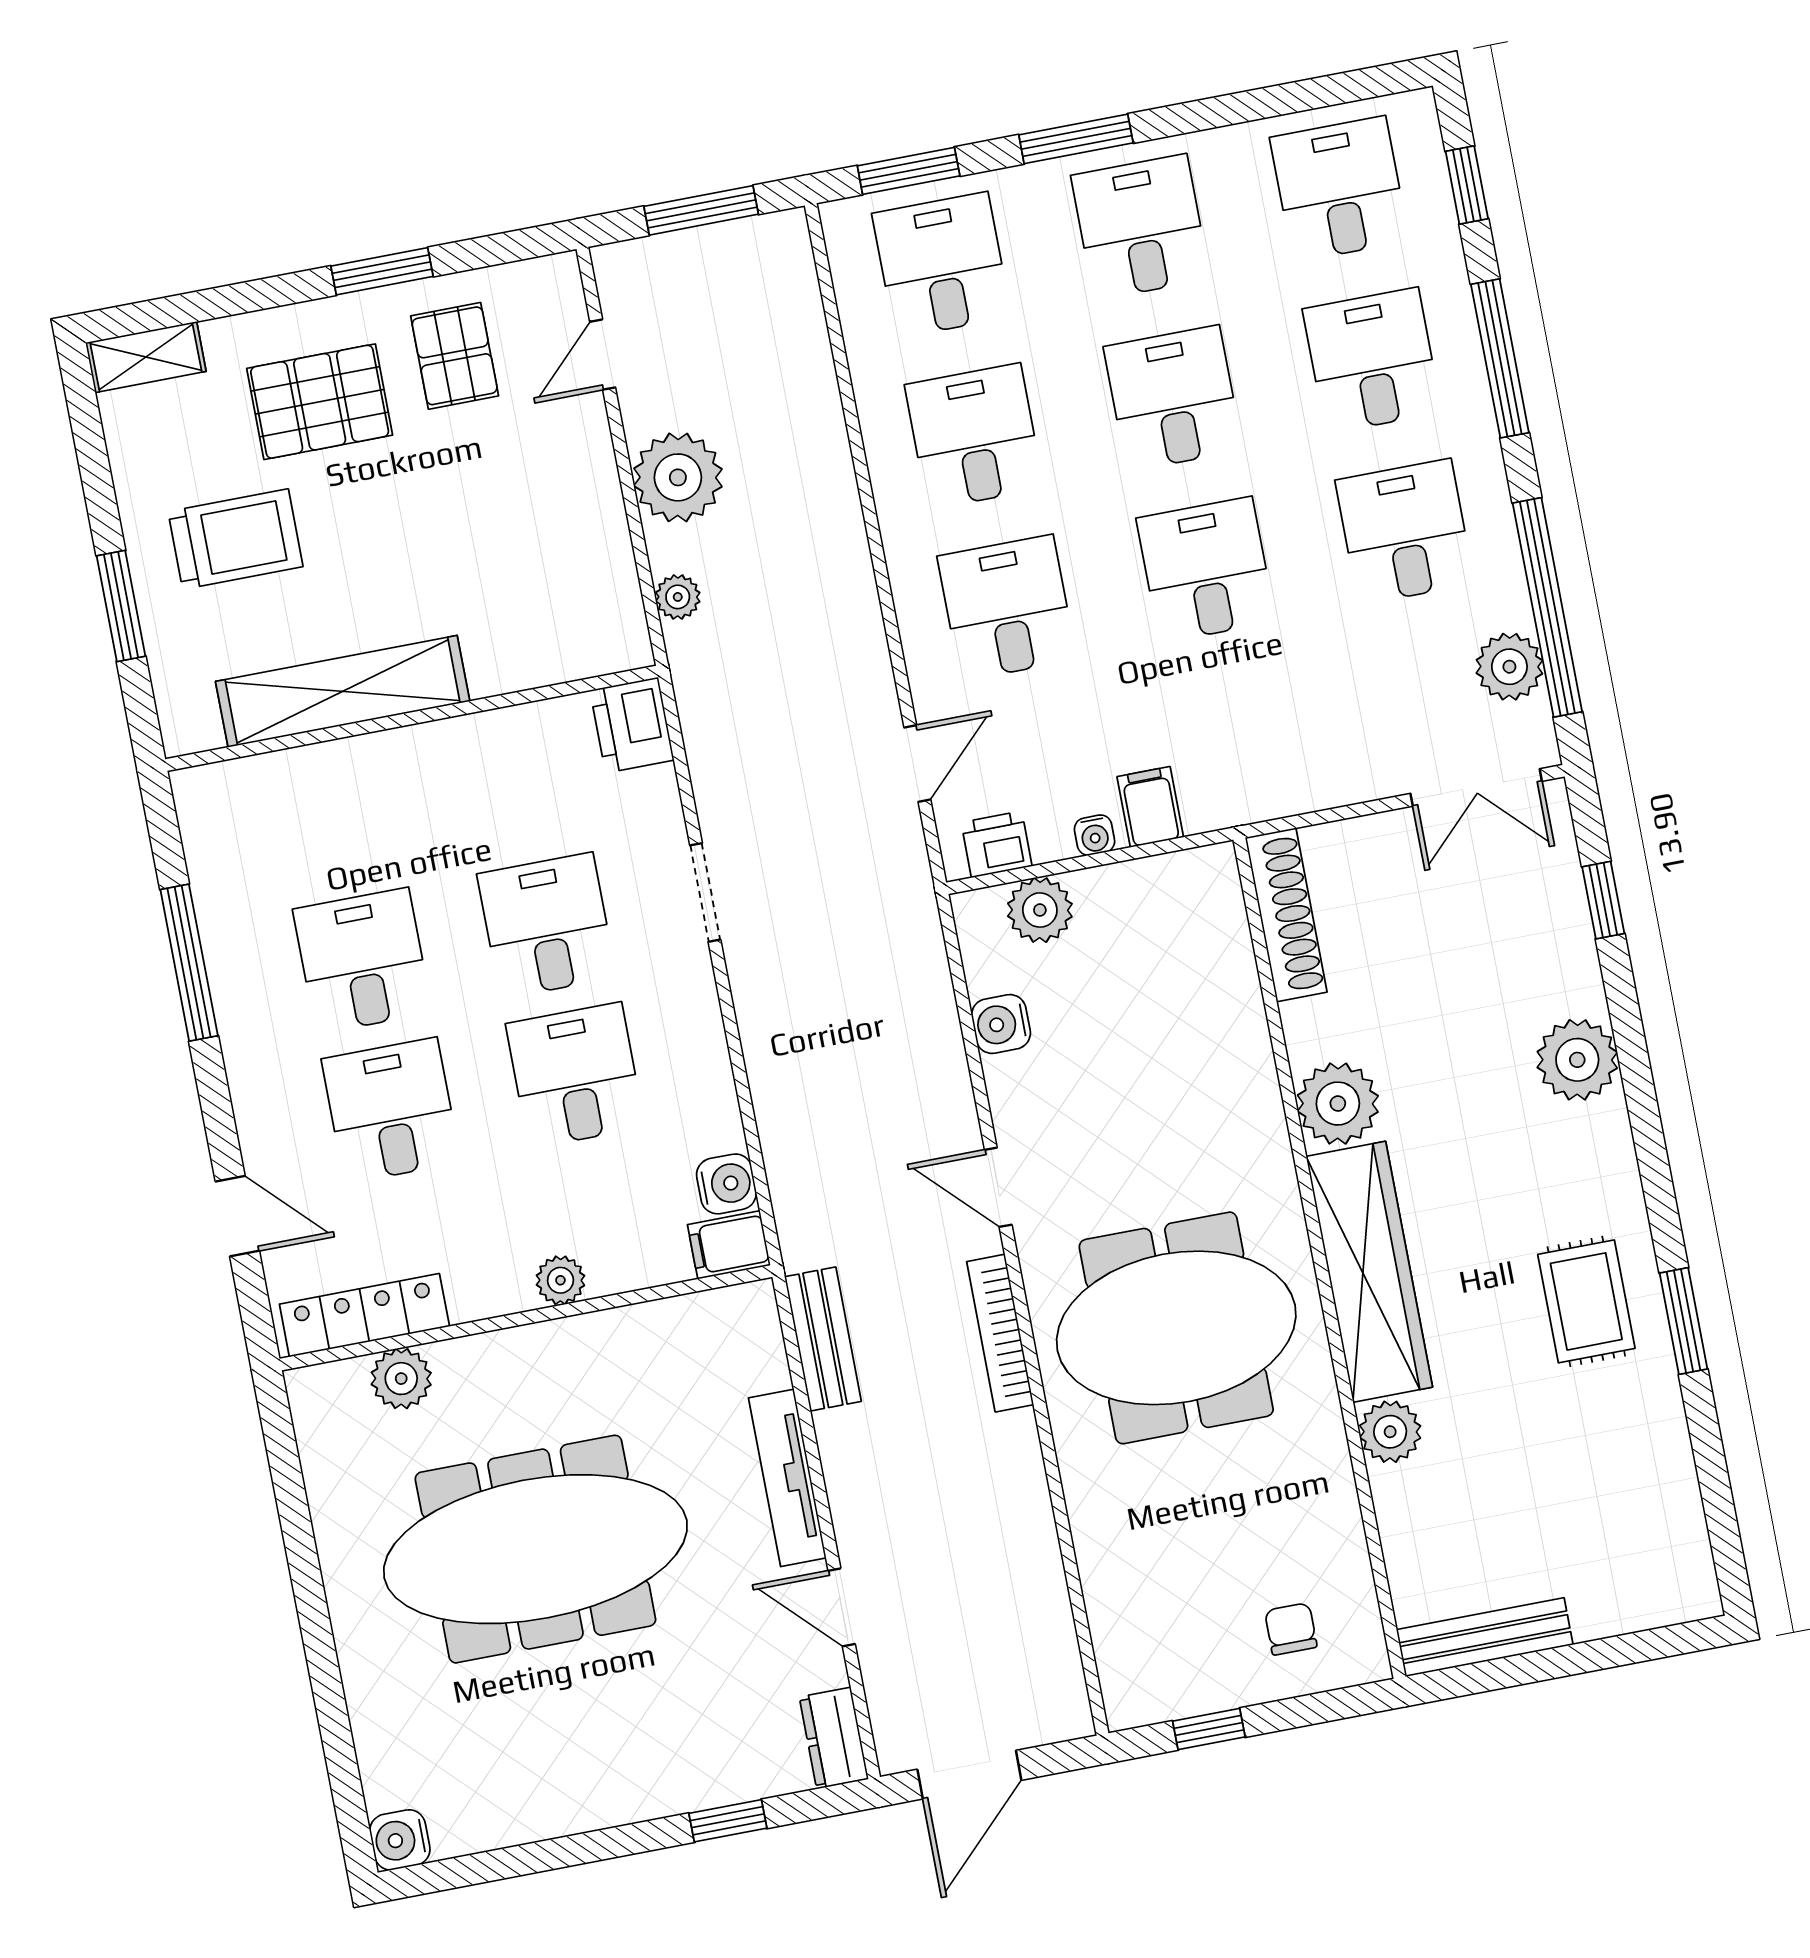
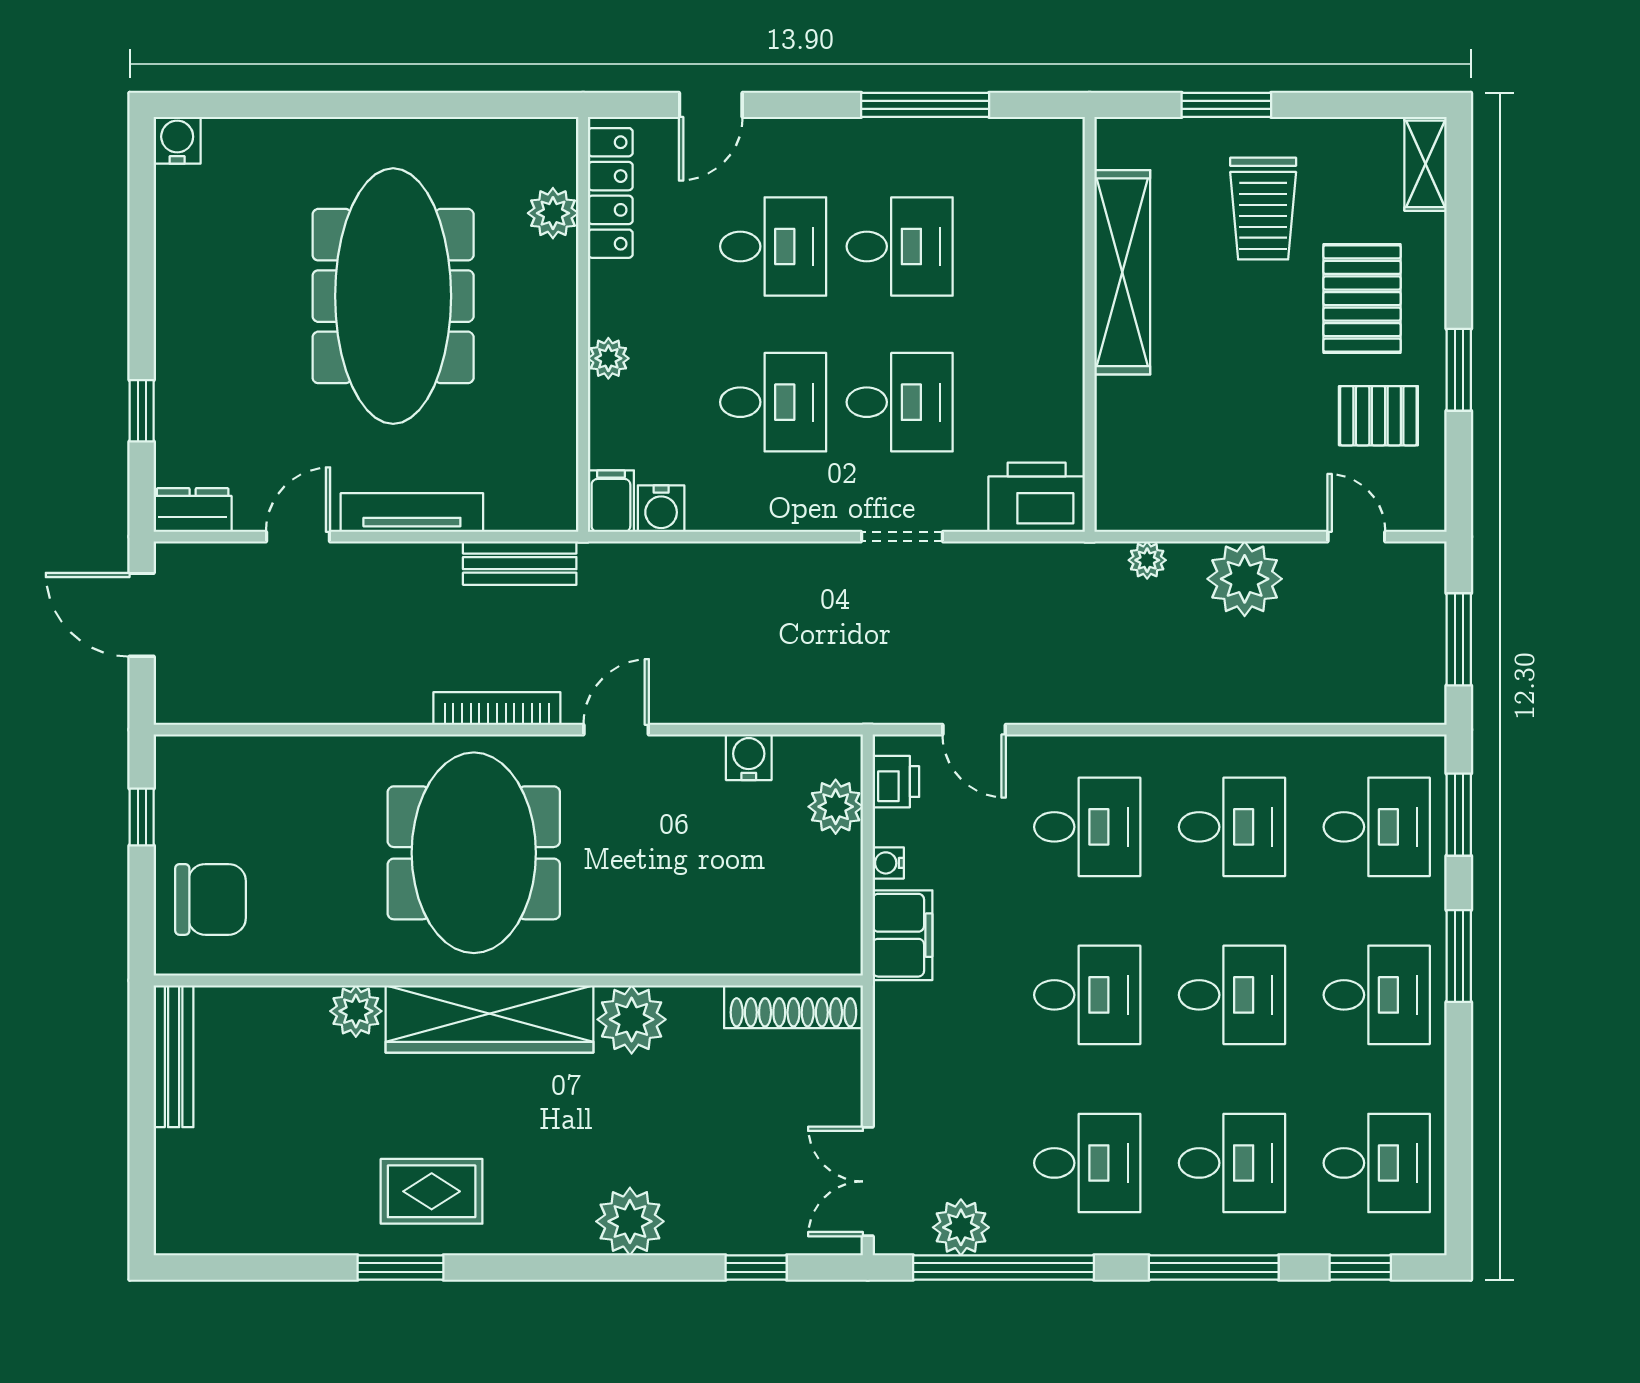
printer: (632, 725) -> (1037, 497), width x1.37, depth x1.19
filing cabinet: (1150, 807) -> (903, 935), width x2.00
chair: (1291, 1629) -> (211, 899), width x1.87, depth x1.87

